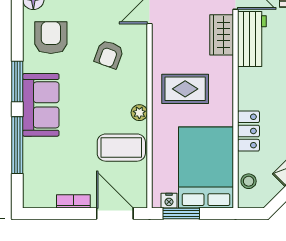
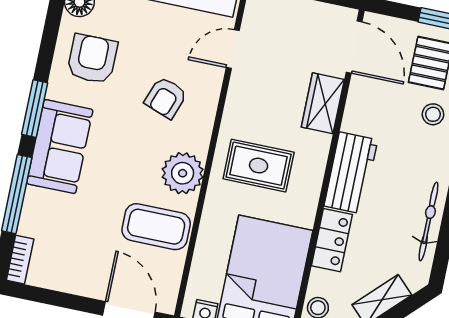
workbench: (252, 39) -> (351, 173), moved
plant: (139, 113) -> (183, 173), width x1.88, depth x1.88
bookcase: (73, 201) -> (20, 260), moved, turned 90

